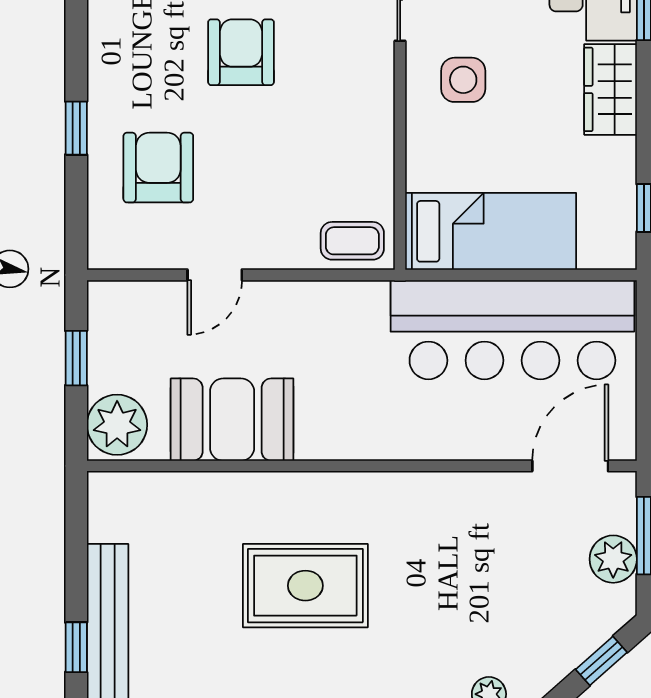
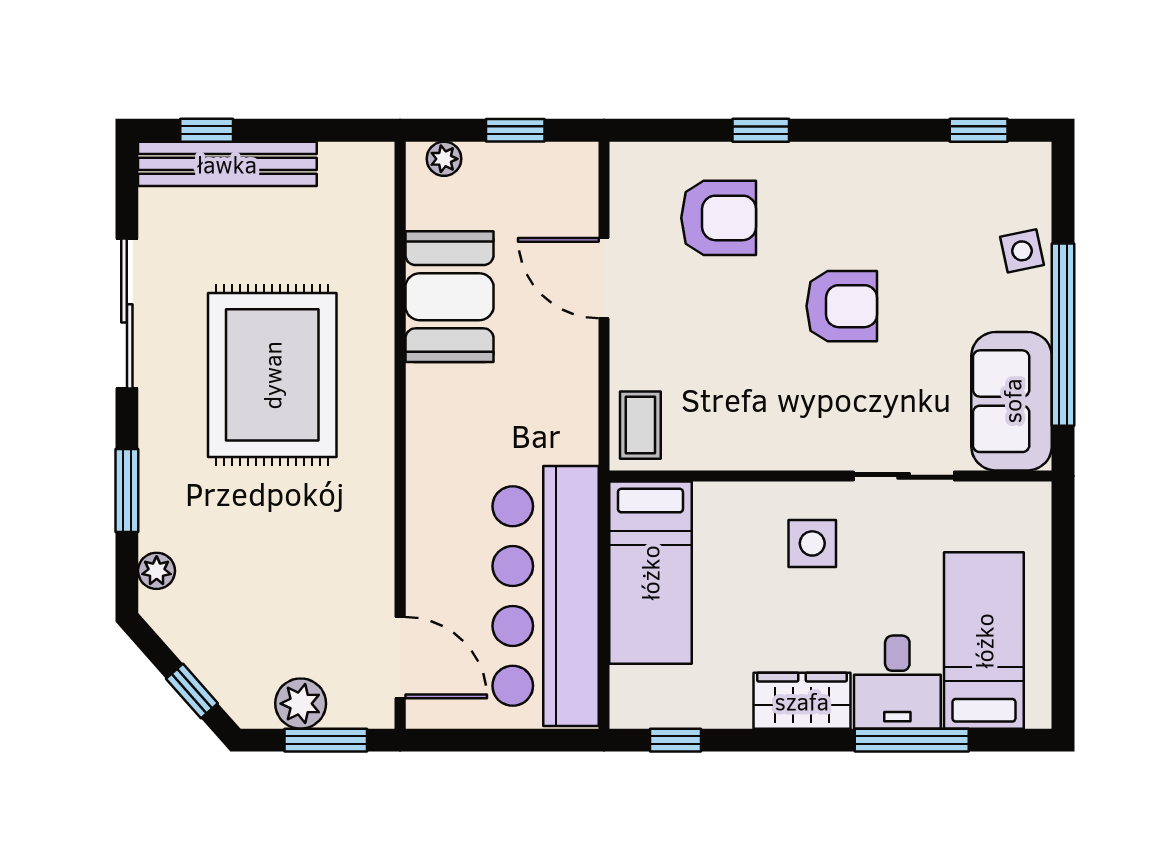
door: (215, 275) -> (604, 278), width x1.38
plant: (117, 425) -> (444, 159), width x0.53, depth x0.53
rug: (305, 586) -> (272, 375), width x1.37, depth x1.44

